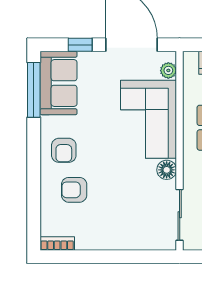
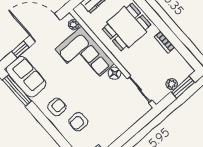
armchair: (64, 150) -> (57, 107), turned -90

